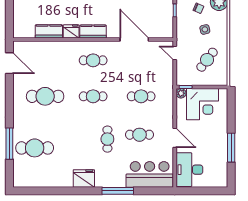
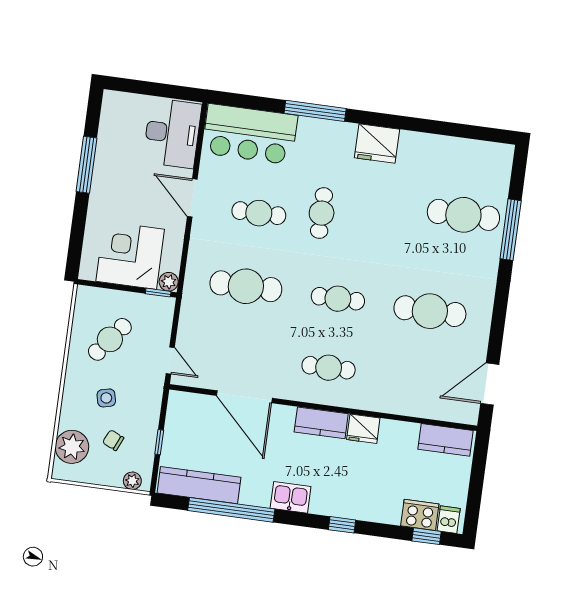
kitchen counter: (49, 31) -> (445, 440), moved
door: (9, 63) -> (490, 384), hinge flipped
cafe table: (141, 96) -> (246, 286), width x1.37, depth x1.35

